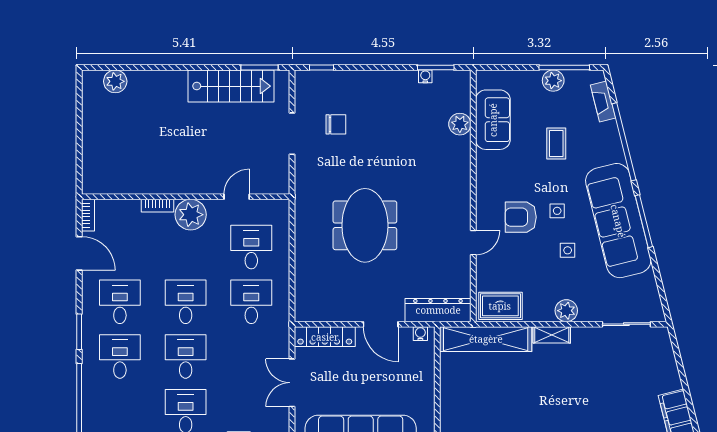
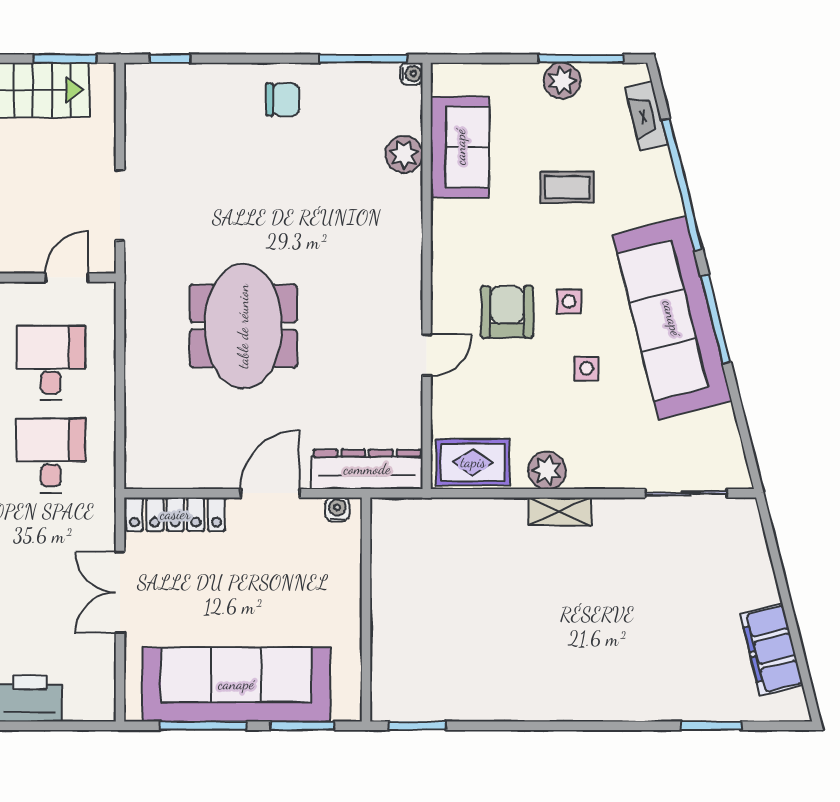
window: (436, 67) -> (363, 59), width x1.44
water cooler: (425, 76) -> (411, 74), moved, turned 90
chair: (336, 124) -> (283, 99), moved
doorway: (292, 134) -> (120, 205), moved
coffee table: (556, 143) -> (567, 187), turned 90
door: (237, 197) -> (67, 278), moved
armchair: (521, 217) -> (507, 312), turned 90
plant: (566, 311) -> (547, 470), moved
door: (381, 324) -> (270, 493), swing flipped
shelving: (486, 339) -> (448, 519), removed

